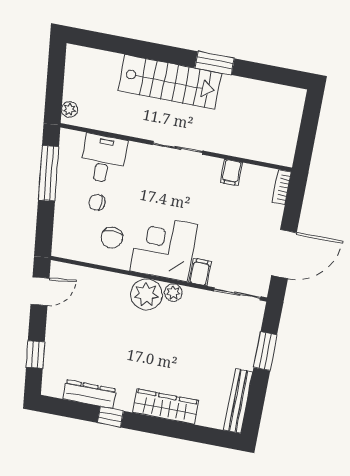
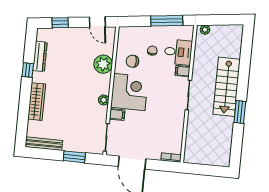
filing cabinet: (231, 172) -> (183, 71), moved
plant: (146, 294) -> (103, 64), moved

